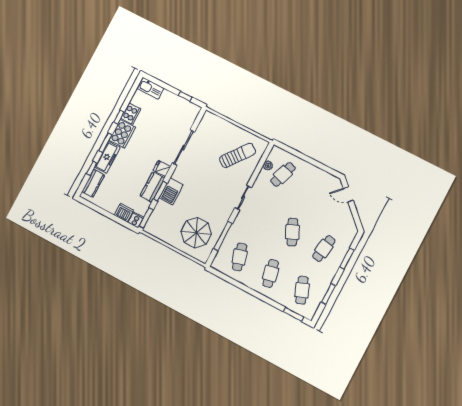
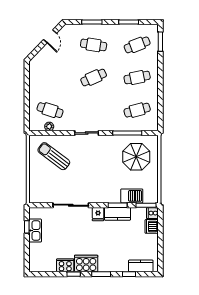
kitchen sink: (150, 88) -> (35, 231), moved
freezer: (108, 157) -> (113, 265), removed
barbecue: (171, 191) -> (132, 196), moved
door: (348, 194) -> (50, 36), moved

